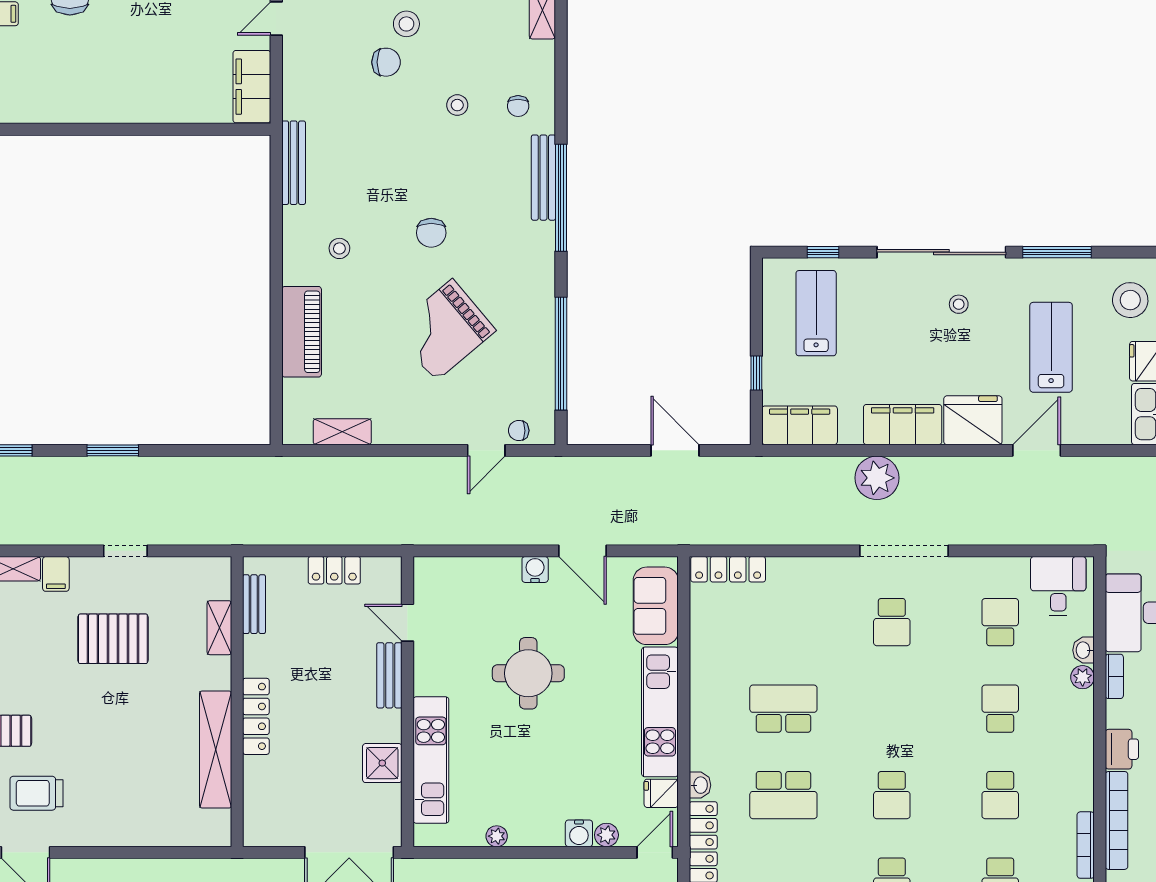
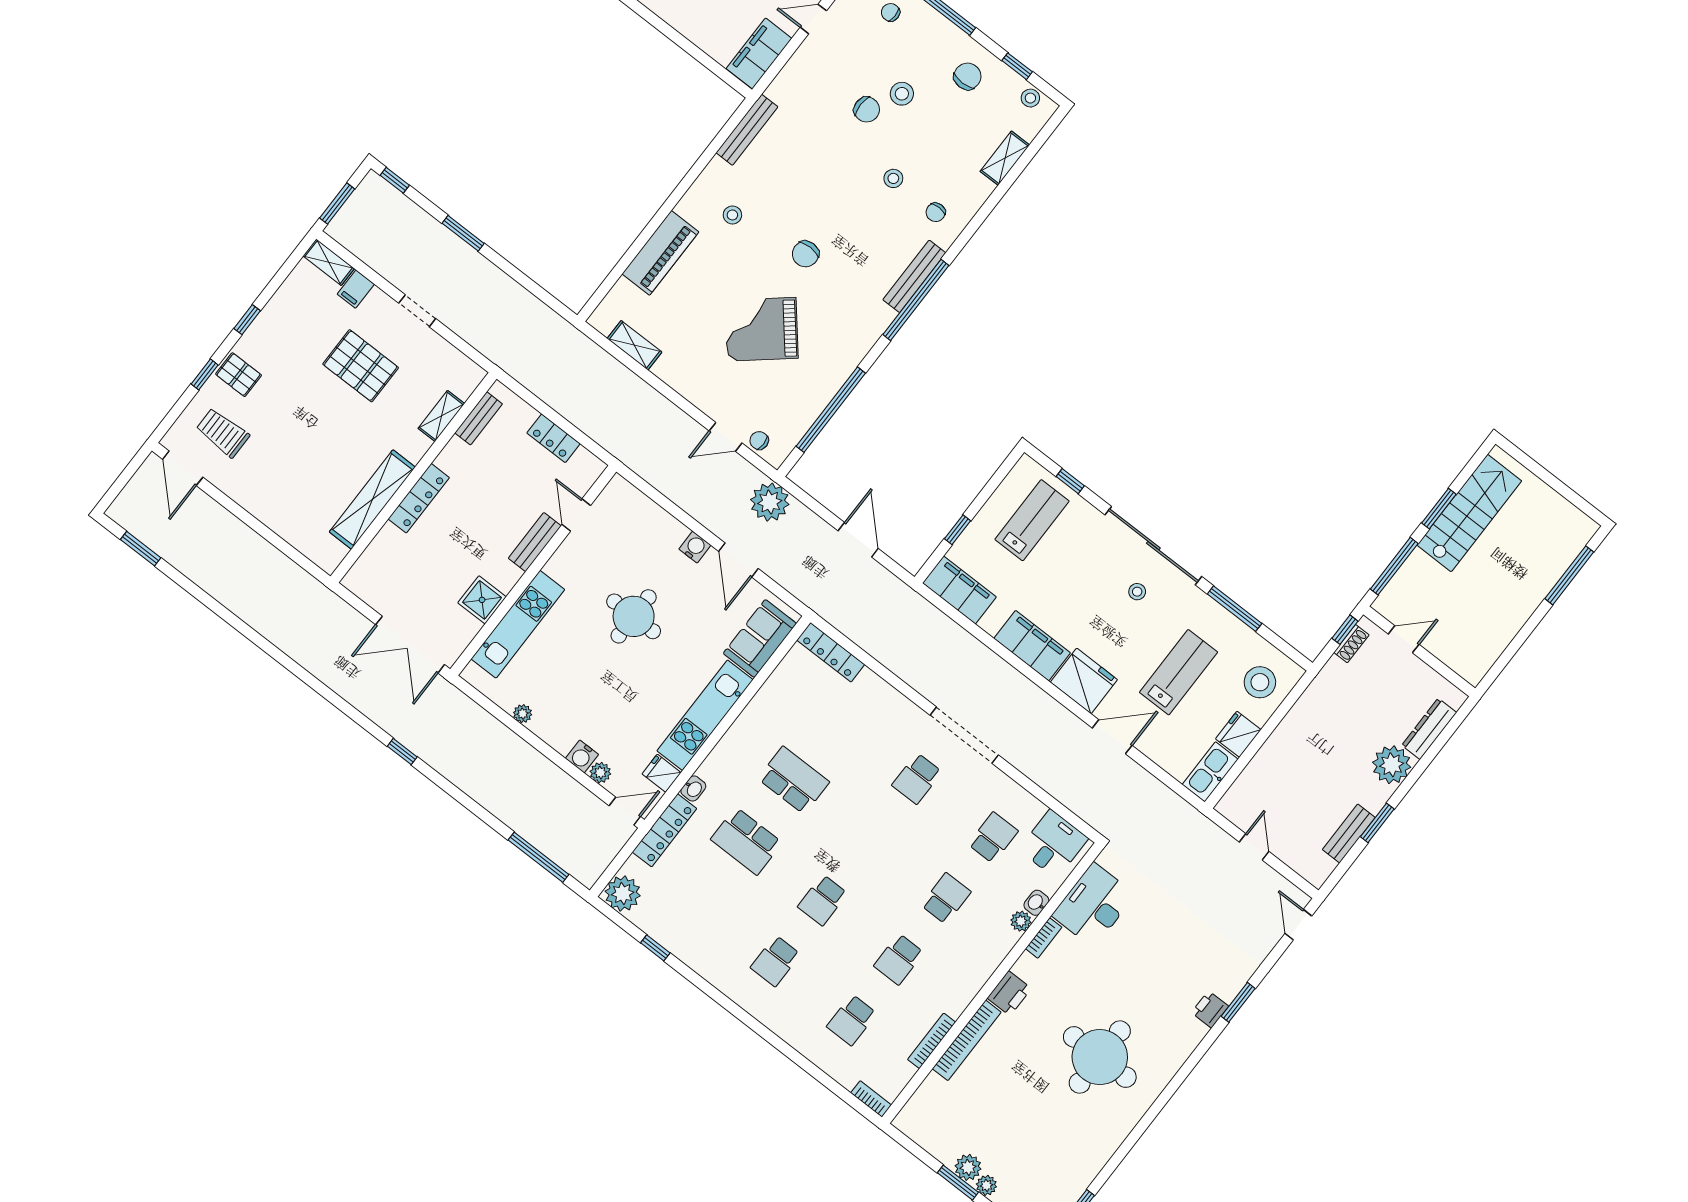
plant: (877, 478) -> (770, 502), moved

